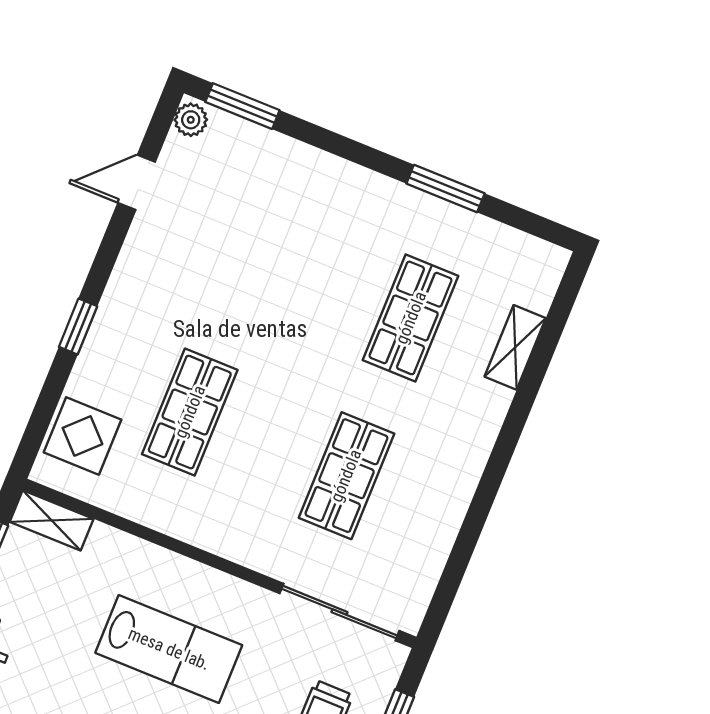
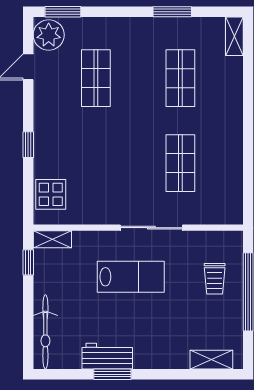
plant: (191, 120) -> (49, 35), width x1.87, depth x1.87
shelving: (515, 347) -> (234, 36), moved
shop shelf: (190, 412) -> (96, 78), moved
sliding door: (339, 612) -> (151, 228), moved

